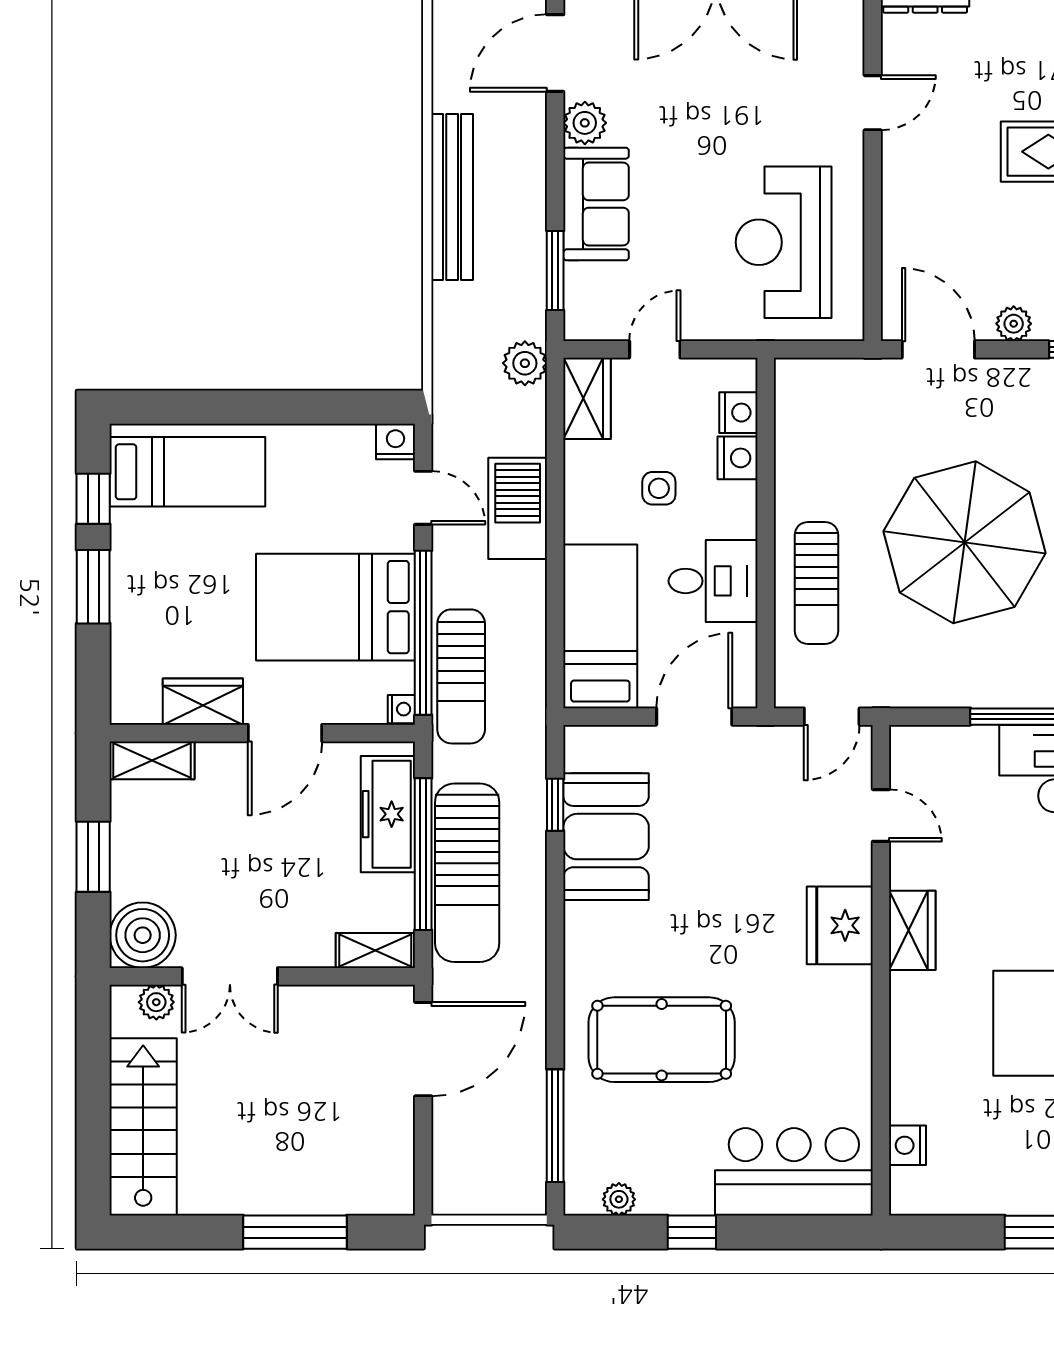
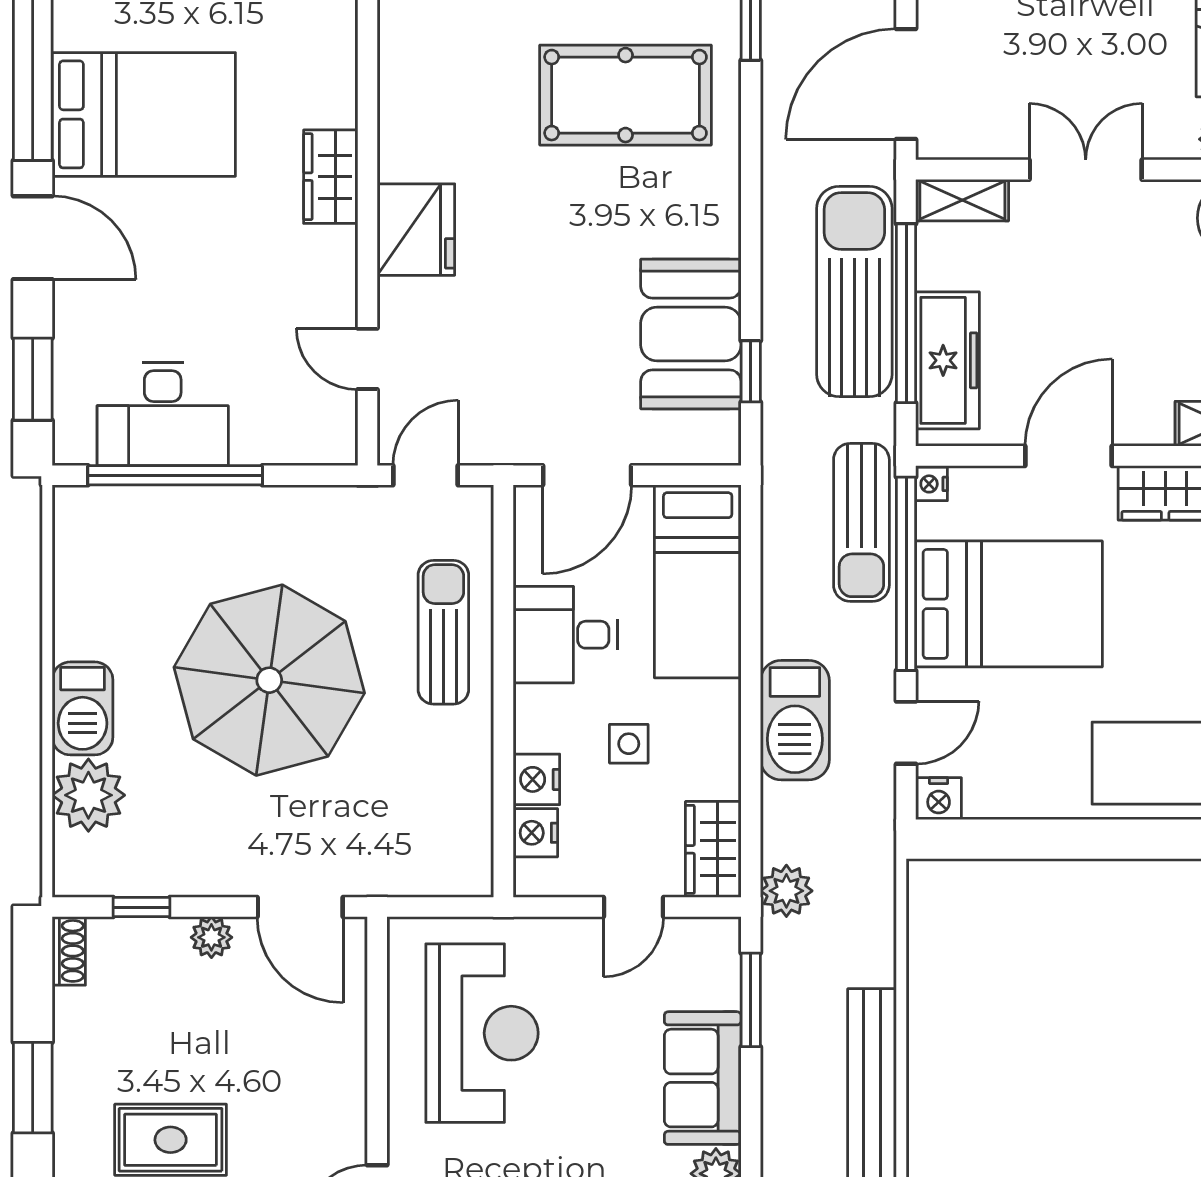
door: (423, 498) -> (906, 733), swing flipped
sun lounger: (461, 676) -> (861, 522), turned 180
wardrobe: (912, 930) -> (331, 177), moved
double door: (230, 976) -> (1086, 170), moved

